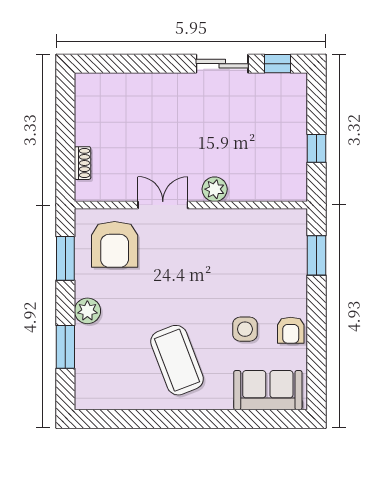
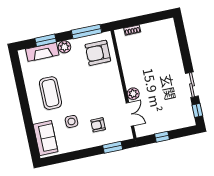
double door: (163, 205) -> (130, 114), moved
window: (65, 258) -> (87, 32), width x1.44
armchair: (291, 330) -> (98, 125), moved
fireplace: (88, 359) -> (42, 52), added
coffee table: (177, 360) -> (50, 93), turned -69

